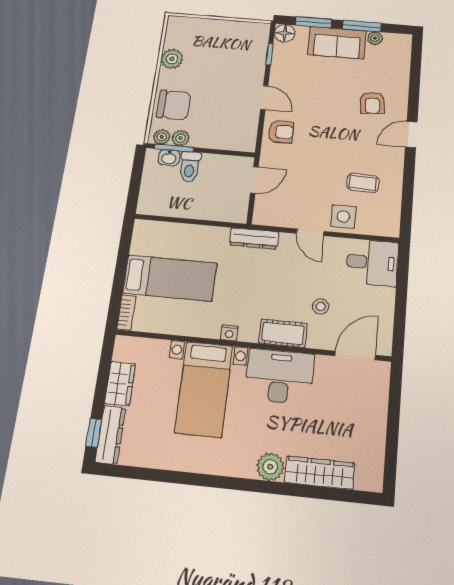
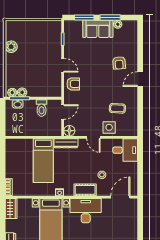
floor lamp: (285, 33) -> (69, 131), moved
chair: (174, 105) -> (16, 74), removed
toilet: (190, 167) -> (42, 108), moved
bed: (170, 278) -> (43, 161), moved, turned 90
wardrobe: (120, 384) -> (11, 209), moved

